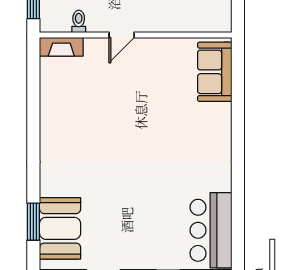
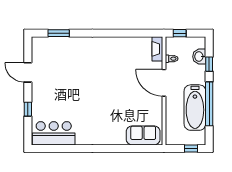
door: (122, 35) -> (164, 83), width x1.88
booth: (60, 228) -> (55, 48), removed

